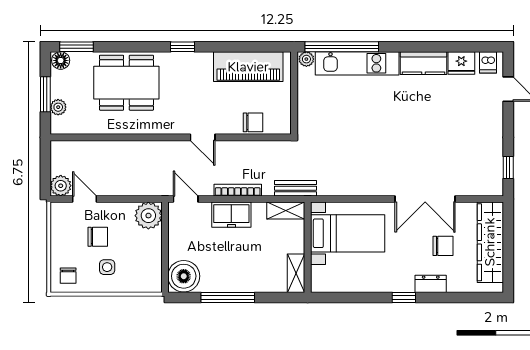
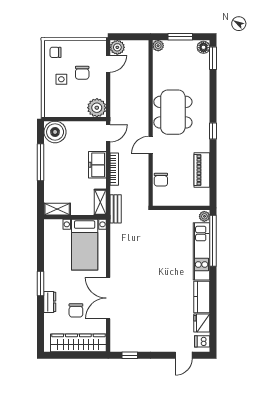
piano: (248, 67) -> (202, 170), width x0.73, depth x0.75
dining table: (126, 83) -> (173, 112), moved
plant: (58, 107) -> (158, 46), moved
window: (404, 297) -> (40, 283), width x1.50

